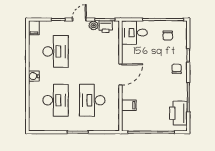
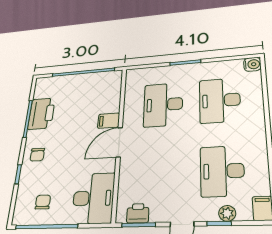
plant: (94, 25) -> (227, 213), moved
desk: (134, 33) -> (93, 198), width x1.37
water cooler: (34, 76) -> (252, 64), moved
desk: (92, 100) -> (163, 105), turned 180
filing cabinet: (129, 105) -> (109, 121), moved
printer: (178, 113) -> (41, 114), moved

